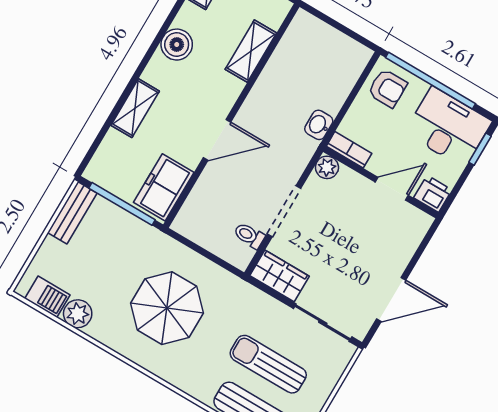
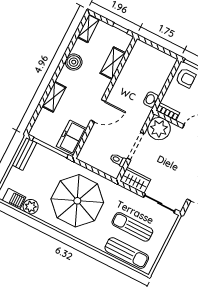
plant: (327, 167) -> (159, 129), width x1.87, depth x1.87
parasol: (167, 308) -> (77, 201), width x1.36, depth x1.36

